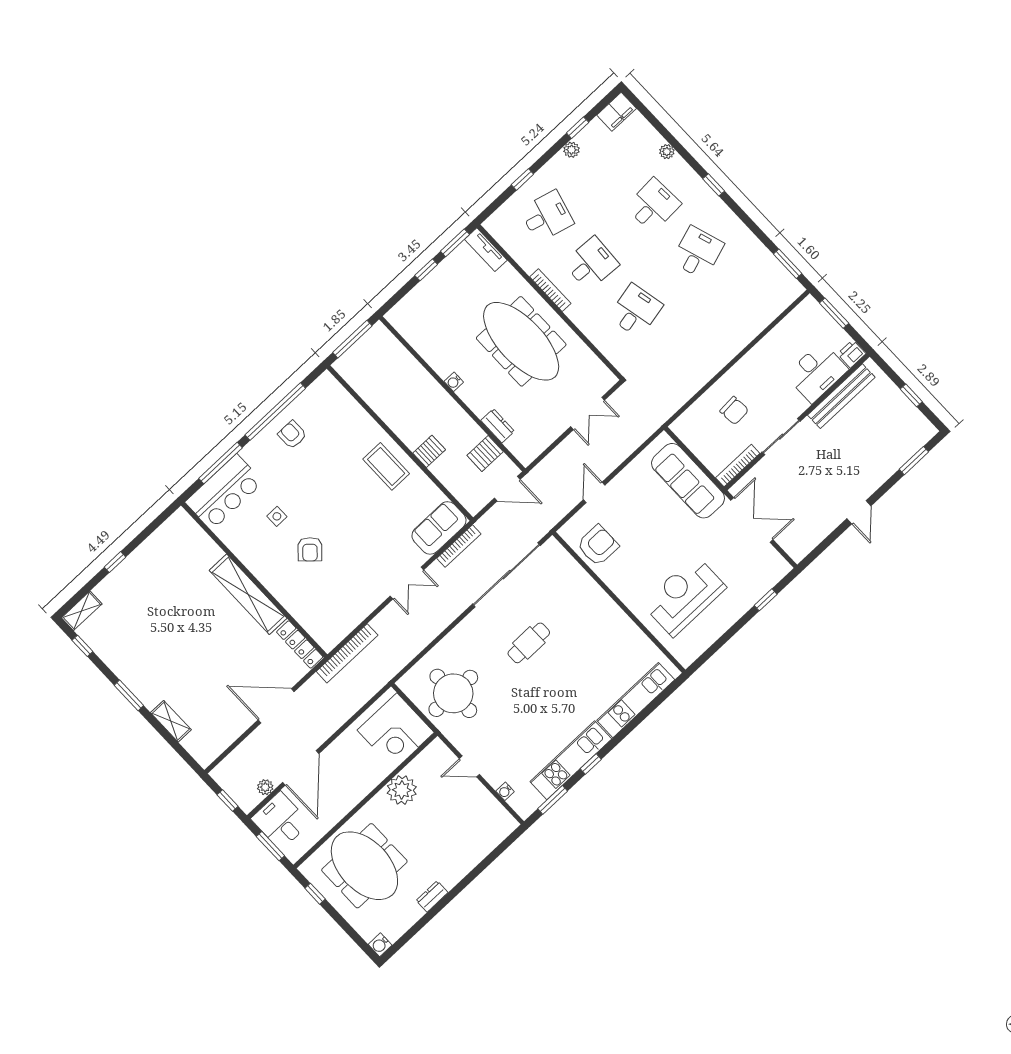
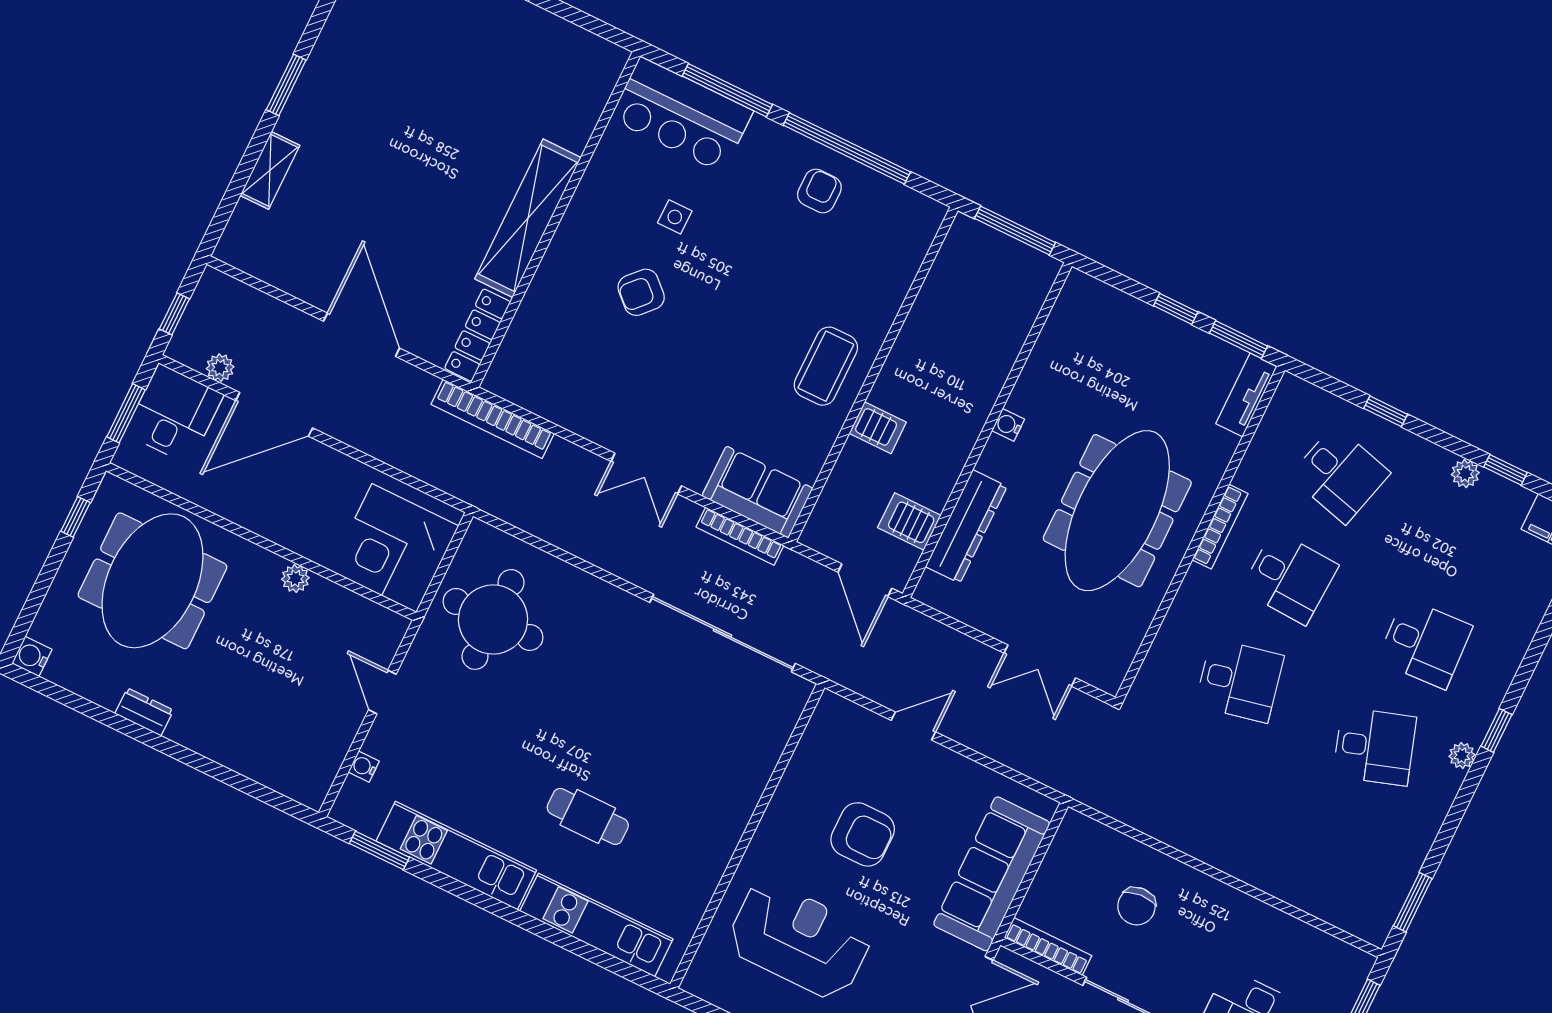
plant: (667, 152) -> (1462, 756), moved
dresser: (498, 426) -> (966, 527), width x1.96, depth x1.24
armchair: (598, 545) -> (863, 834), moved
cafe table: (529, 643) -> (588, 816), moved
window: (591, 764) -> (462, 891), removed
plant: (402, 790) -> (295, 579), width x0.53, depth x0.53

